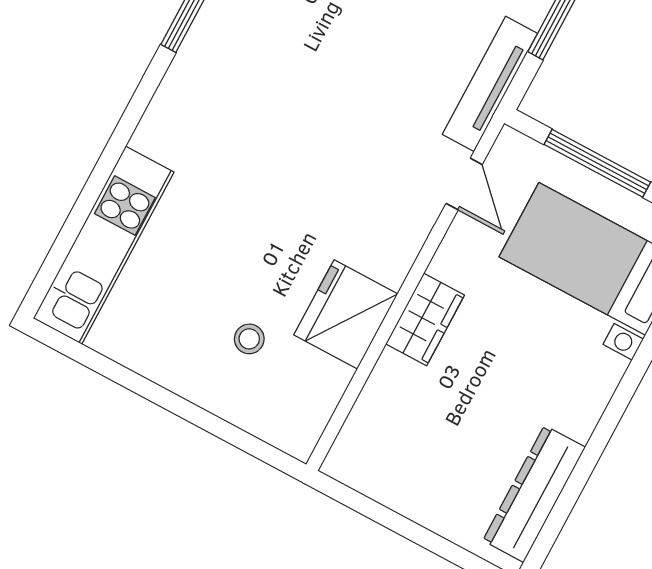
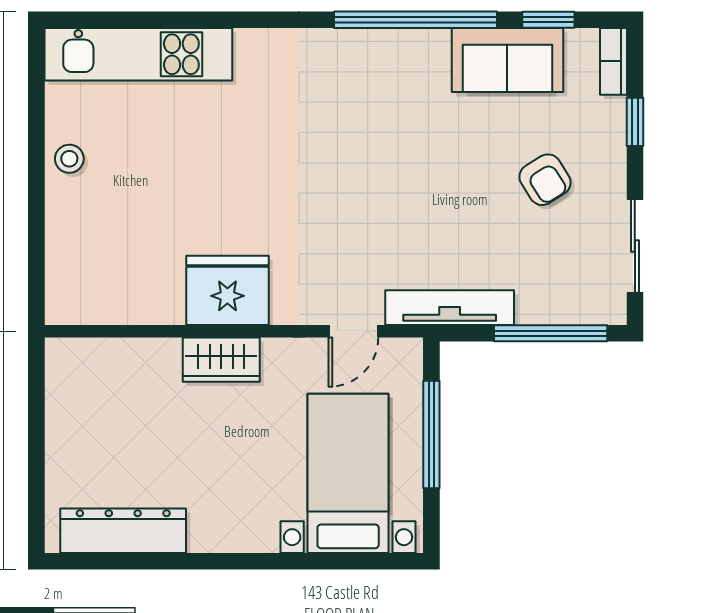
fridge: (346, 314) -> (227, 290), moved
stool: (249, 339) -> (69, 159), moved

